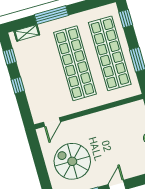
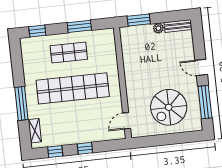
shop shelf: (110, 53) -> (69, 52), width x0.50, depth x0.74
door: (52, 122) -> (127, 121), swing flipped

